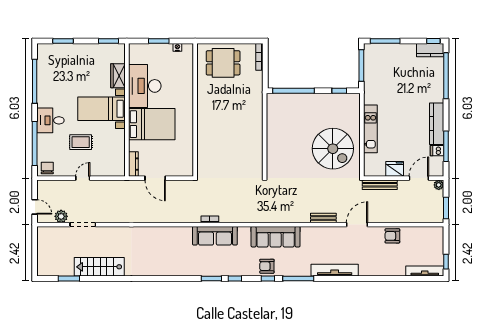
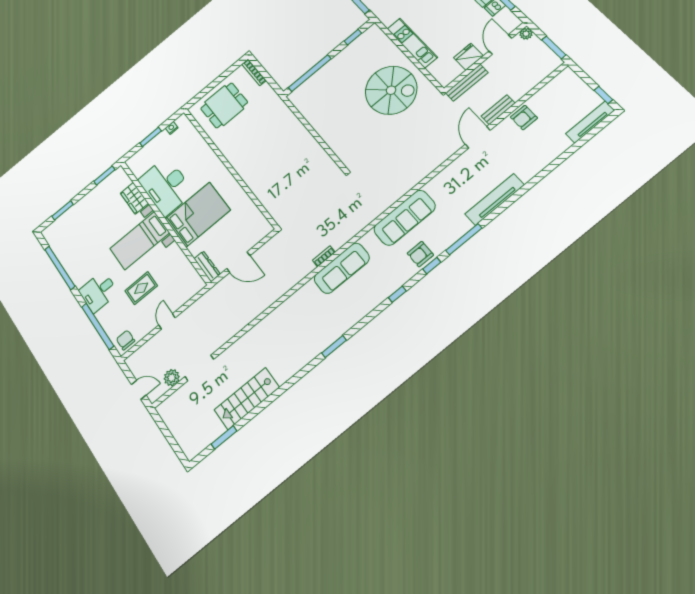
bench: (323, 218) -> (498, 110), moved
window: (211, 278) -> (334, 347), moved

